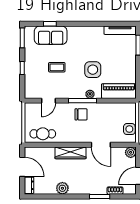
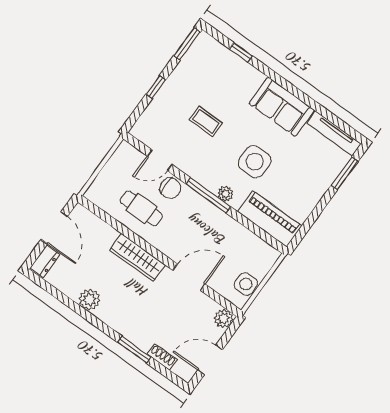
sofa: (51, 35) -> (282, 107), moved
chair: (81, 114) -> (170, 188), moved
cafe table: (43, 134) -> (141, 208), moved
door: (101, 145) -> (189, 277), swing flipped

